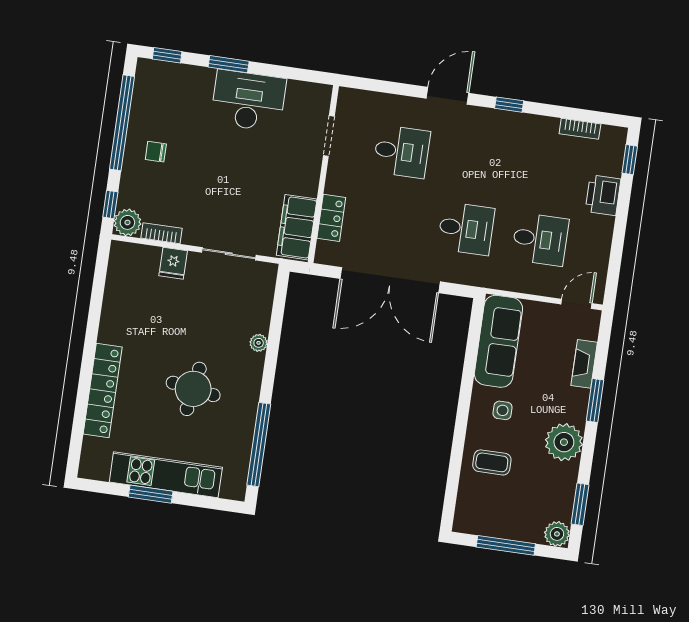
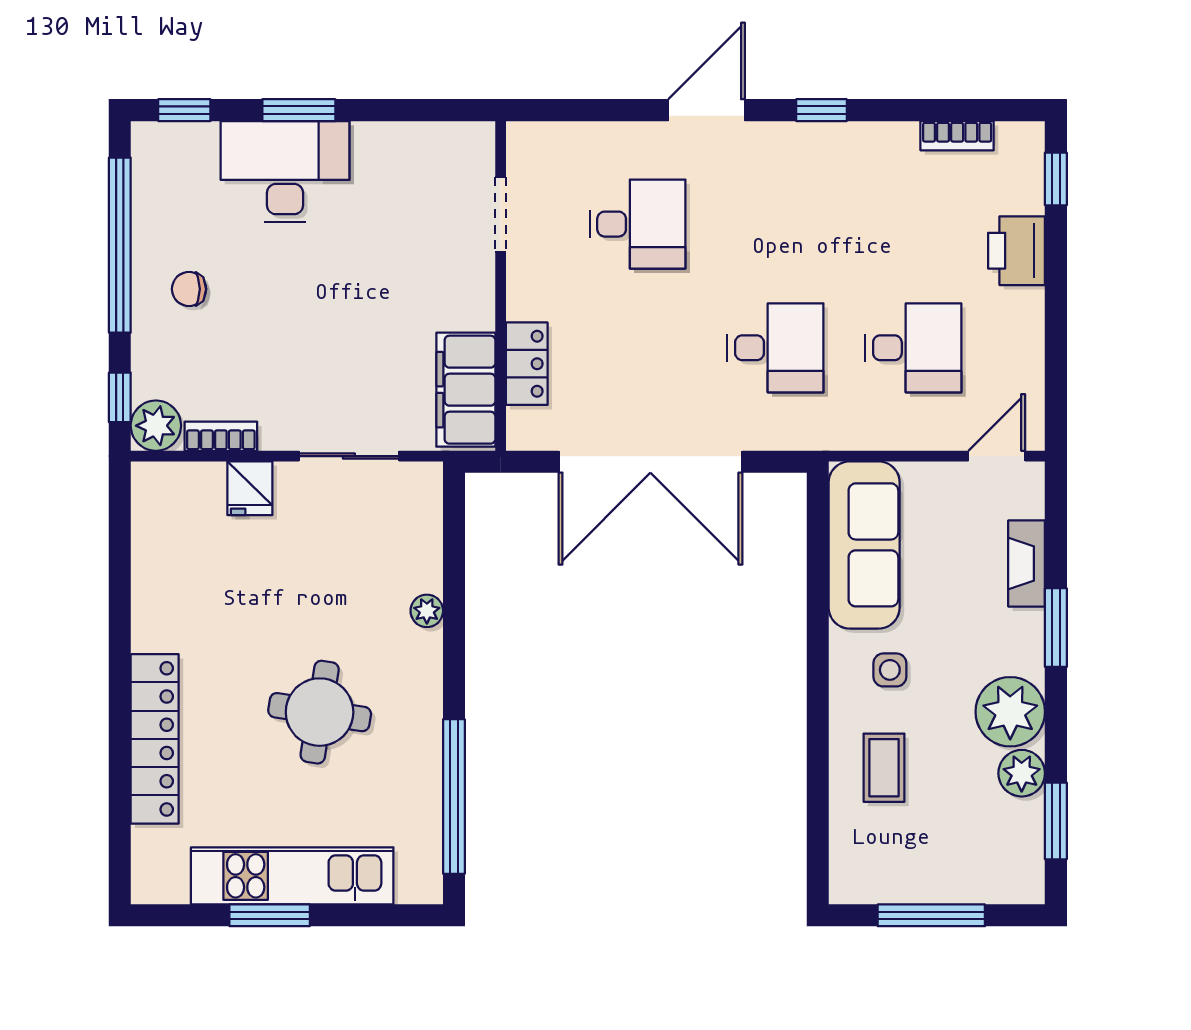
desk: (248, 101) -> (285, 172), moved
coffee table: (492, 462) -> (884, 768), turned 90
plant: (557, 534) -> (1022, 773), moved

